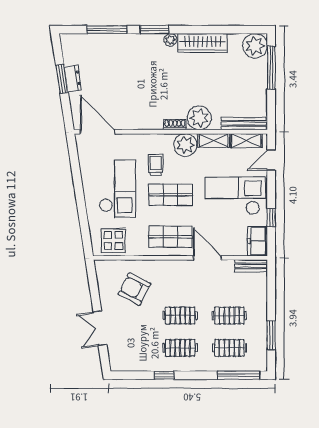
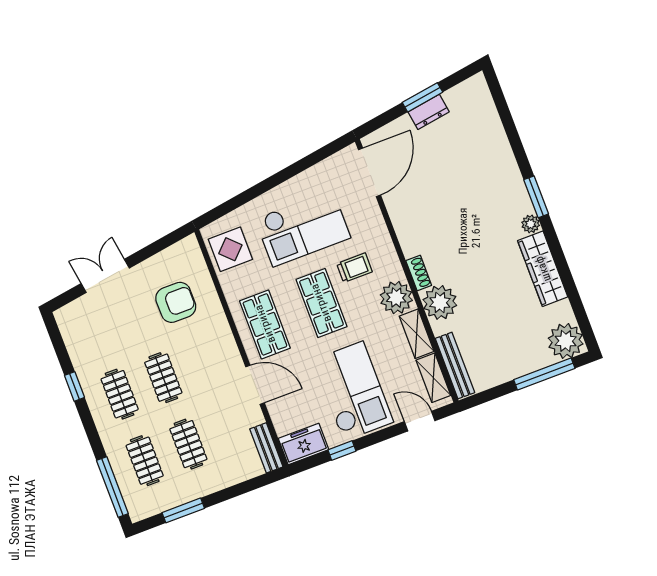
window: (107, 30) -> (512, 133), removed
door: (207, 258) -> (255, 385), hinge flipped
armchair: (134, 289) -> (176, 302), turned 63

